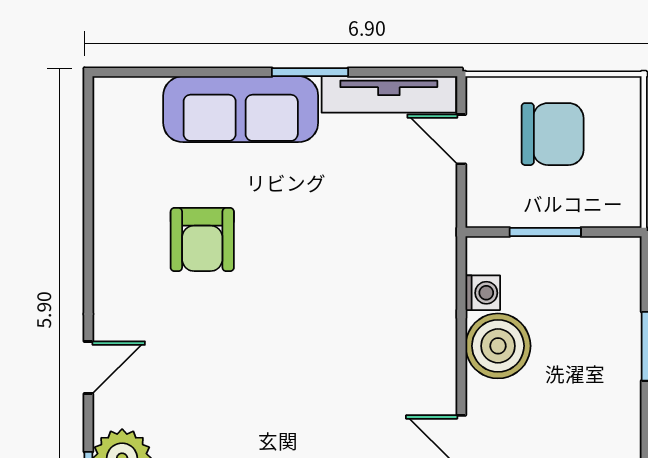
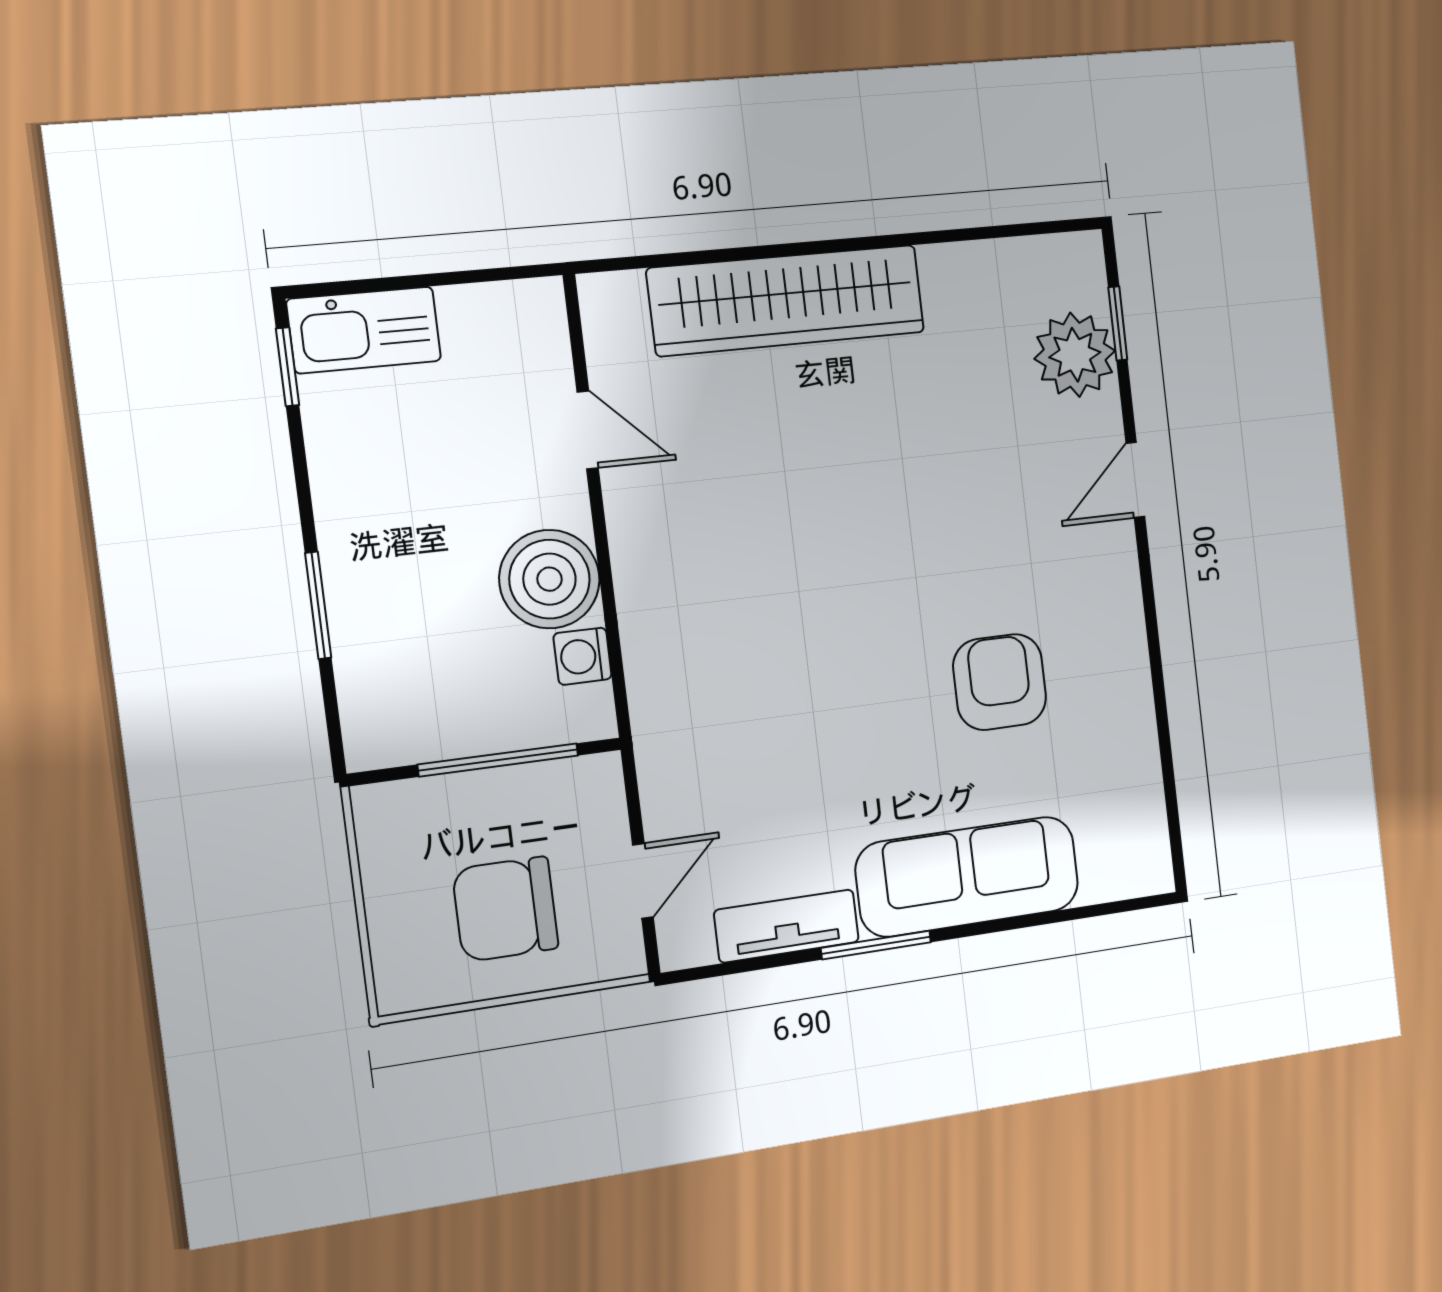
tv unit: (389, 94) -> (787, 926), width x0.71
door: (461, 139) -> (643, 881), hinge flipped
window: (545, 232) -> (498, 760), width x1.44

